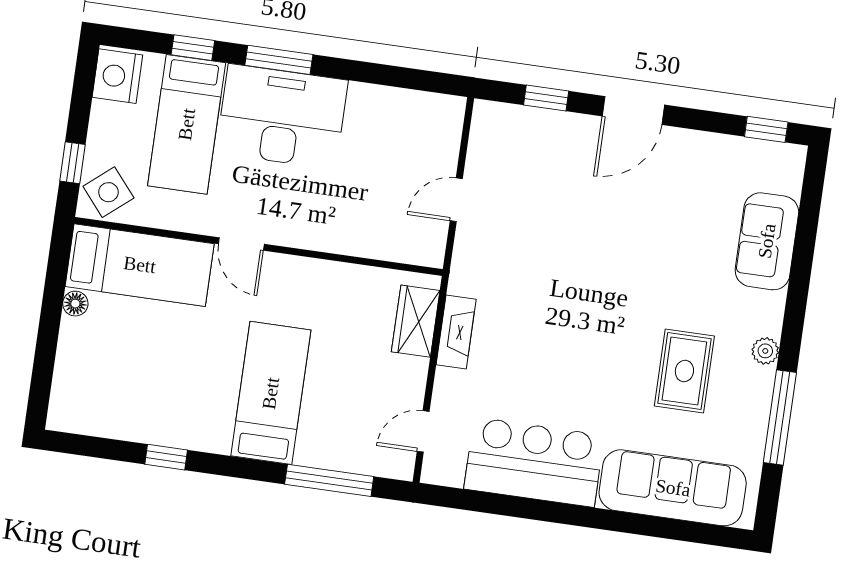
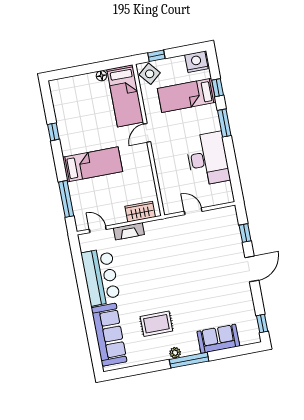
door: (633, 110) -> (252, 269), swing flipped
desk: (282, 117) -> (208, 159), moved
fireplace: (456, 332) -> (129, 231), moved
window: (780, 417) -> (189, 360), moved

